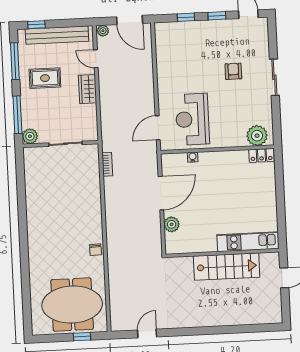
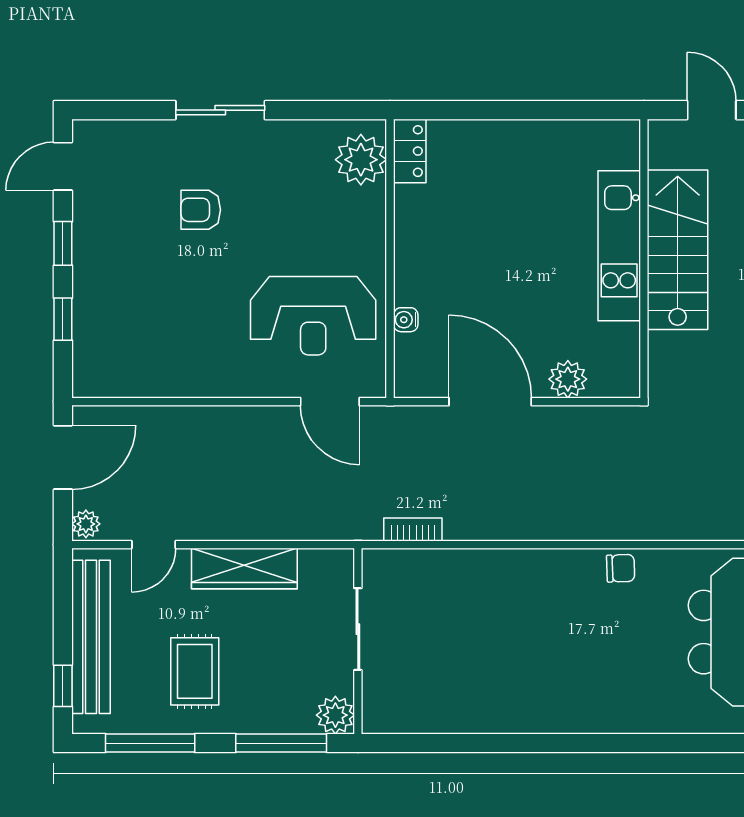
wardrobe: (88, 89) -> (244, 569), width x1.50
kitchen unit: (248, 242) -> (619, 246), moved

